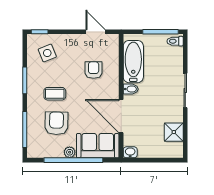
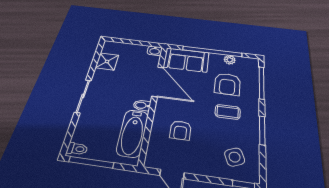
plant: (70, 152) -> (230, 60), moved

